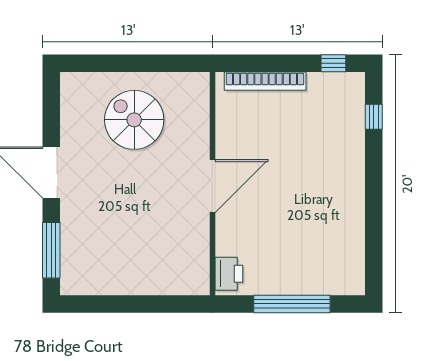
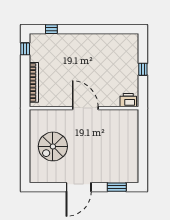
window: (51, 250) -> (117, 187), width x0.69
window: (292, 304) -> (143, 69), width x0.32

